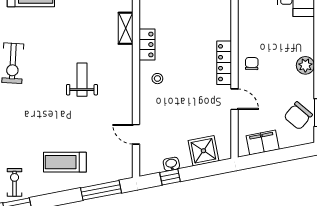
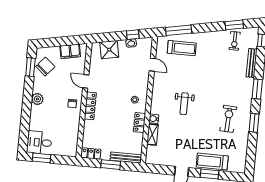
water cooler: (126, 52) -> (154, 119), added
treadmill: (65, 162) -> (182, 48), moved

